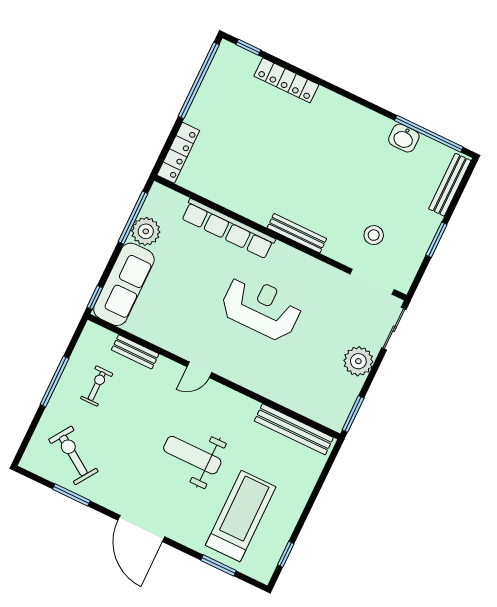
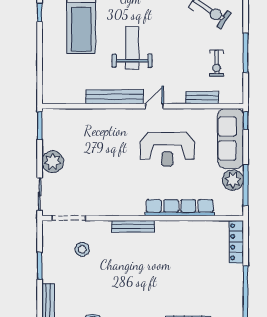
reception desk: (261, 307) -> (167, 149), moved
bench: (294, 429) -> (115, 97), moved
weight bench: (192, 455) -> (132, 48), turned -90

